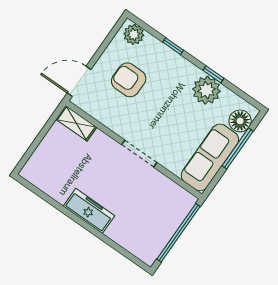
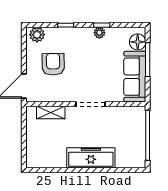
armchair: (129, 80) -> (53, 64), turned 89
plant: (206, 90) -> (99, 33), width x0.53, depth x0.53
shelving: (76, 123) -> (51, 113), moved
freezer: (89, 211) -> (91, 158), width x1.36, depth x1.26

